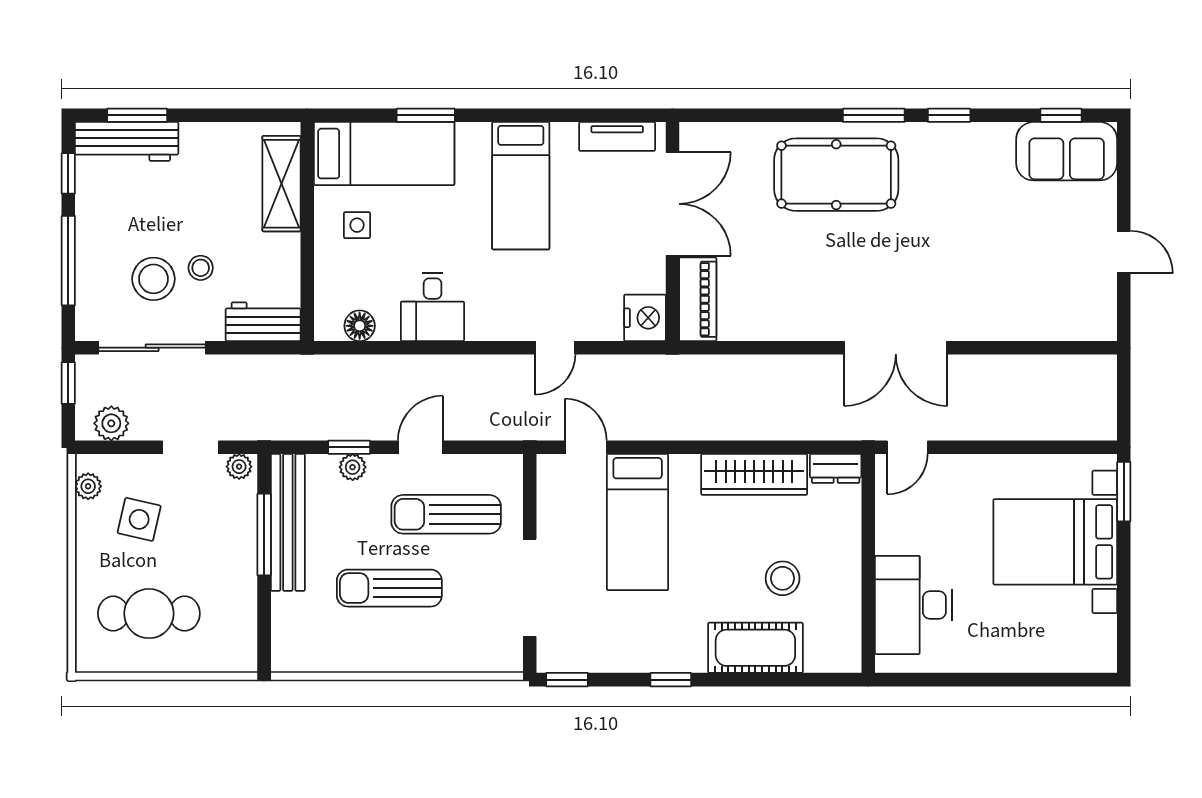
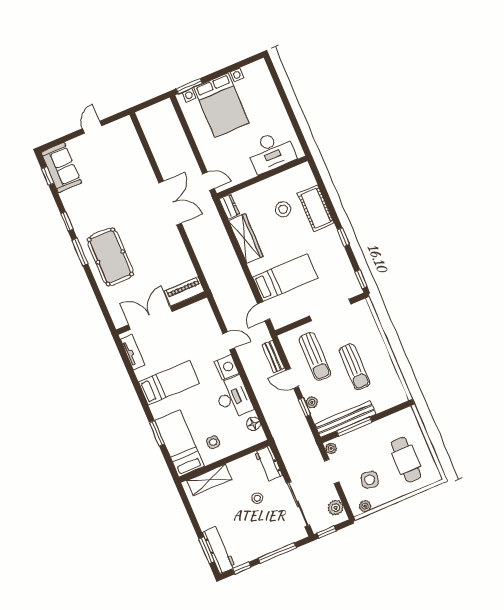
stool: (153, 279) -> (270, 515), removed
desk: (433, 307) -> (233, 398), width x1.37
nightstand: (645, 318) -> (227, 367), moved, turned 90
bench: (483, 427) -> (273, 356), added

